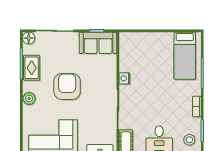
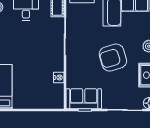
nightstand: (124, 78) -> (59, 77), moved
armchair: (67, 86) -> (113, 58), turned 73

